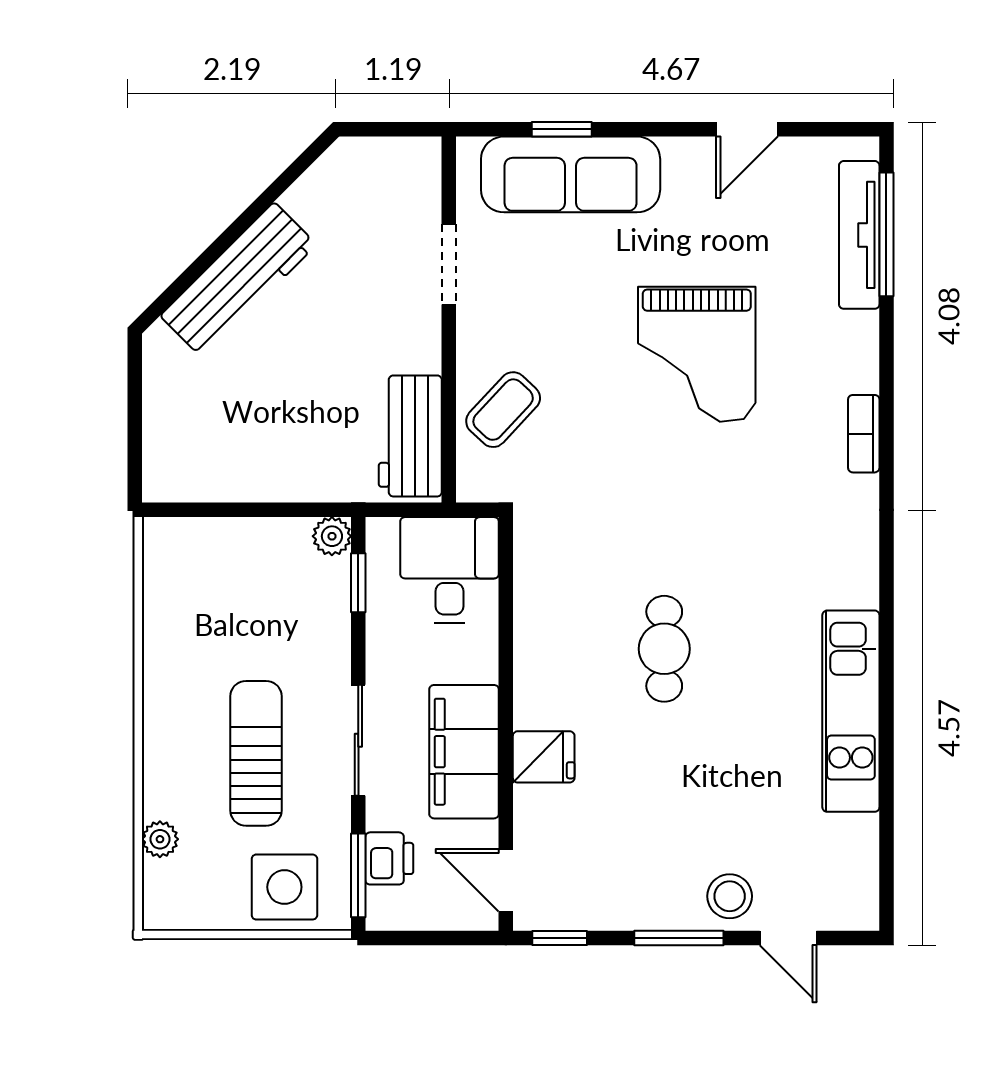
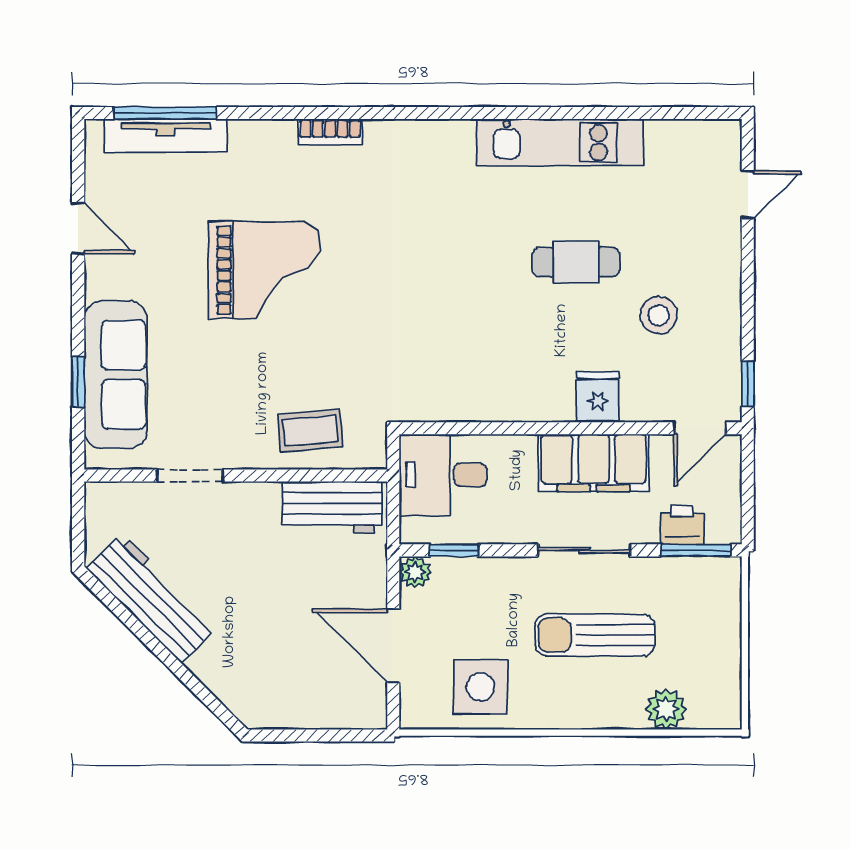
workbench: (238, 280) -> (152, 598), moved
coffee table: (503, 410) -> (310, 431), turned -48
door: (243, 510) -> (393, 646), added
cafe table: (664, 649) -> (576, 262), moved
plant: (160, 839) -> (666, 709), width x1.38, depth x1.38
side table: (284, 887) -> (480, 687), moved
stool: (730, 896) -> (659, 315), moved
window: (679, 938) -> (748, 285), removed

